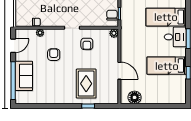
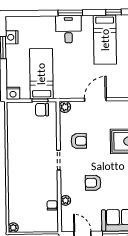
bed: (166, 17) -> (41, 74), moved, turned 180
door: (119, 71) -> (95, 100), moved

